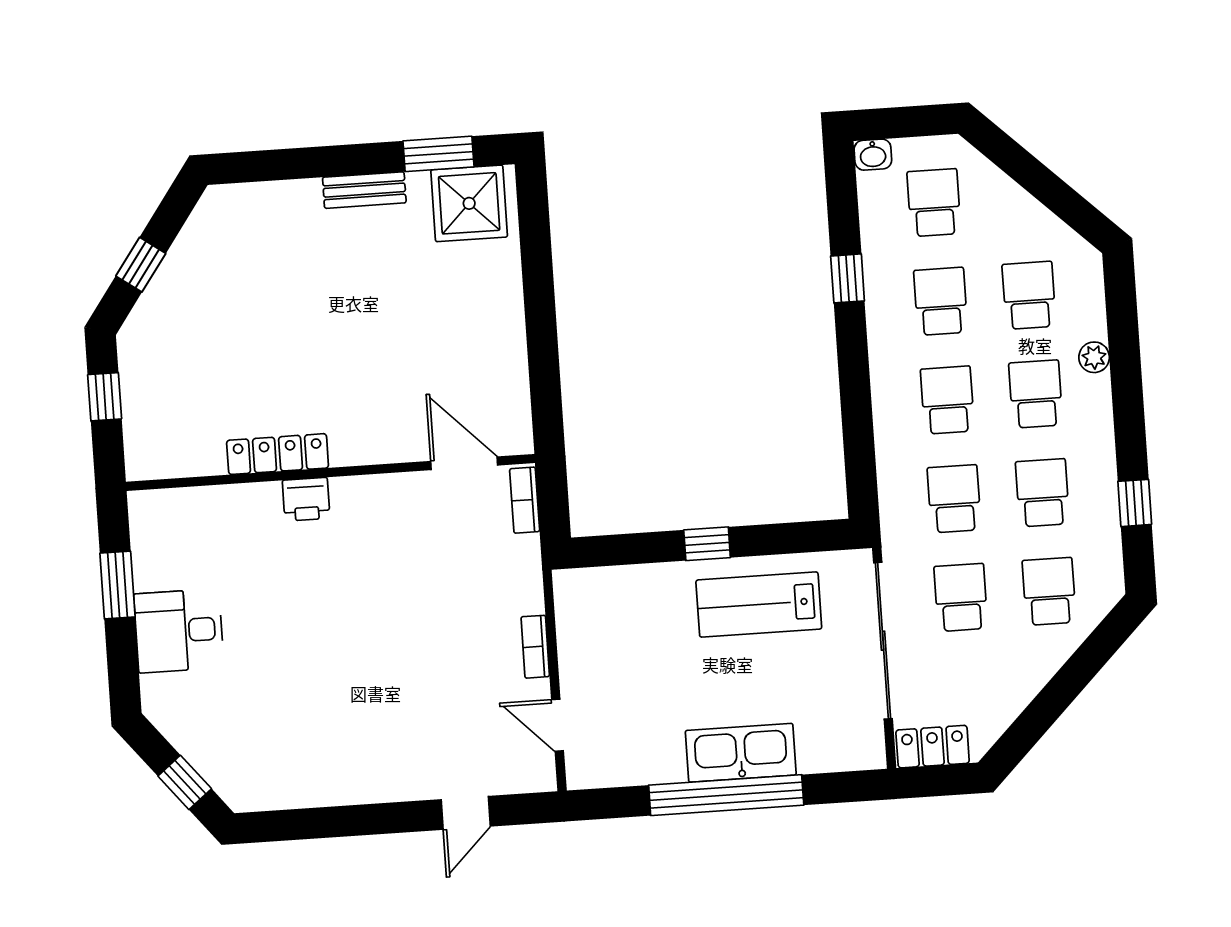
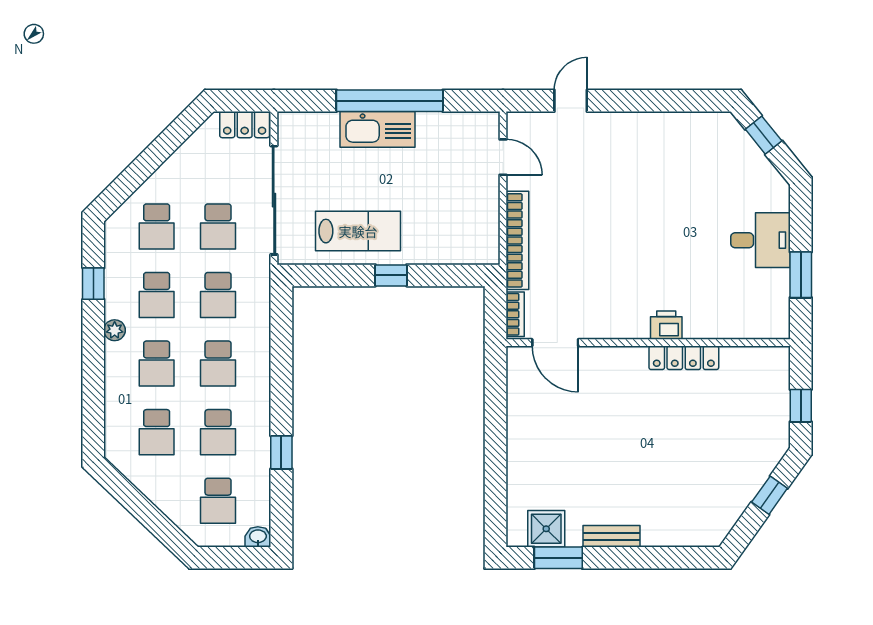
shower: (469, 203) -> (546, 529), width x0.73, depth x0.73
plant: (1094, 357) -> (115, 330), moved
bookcase: (535, 647) -> (517, 240), width x2.31, depth x1.31

